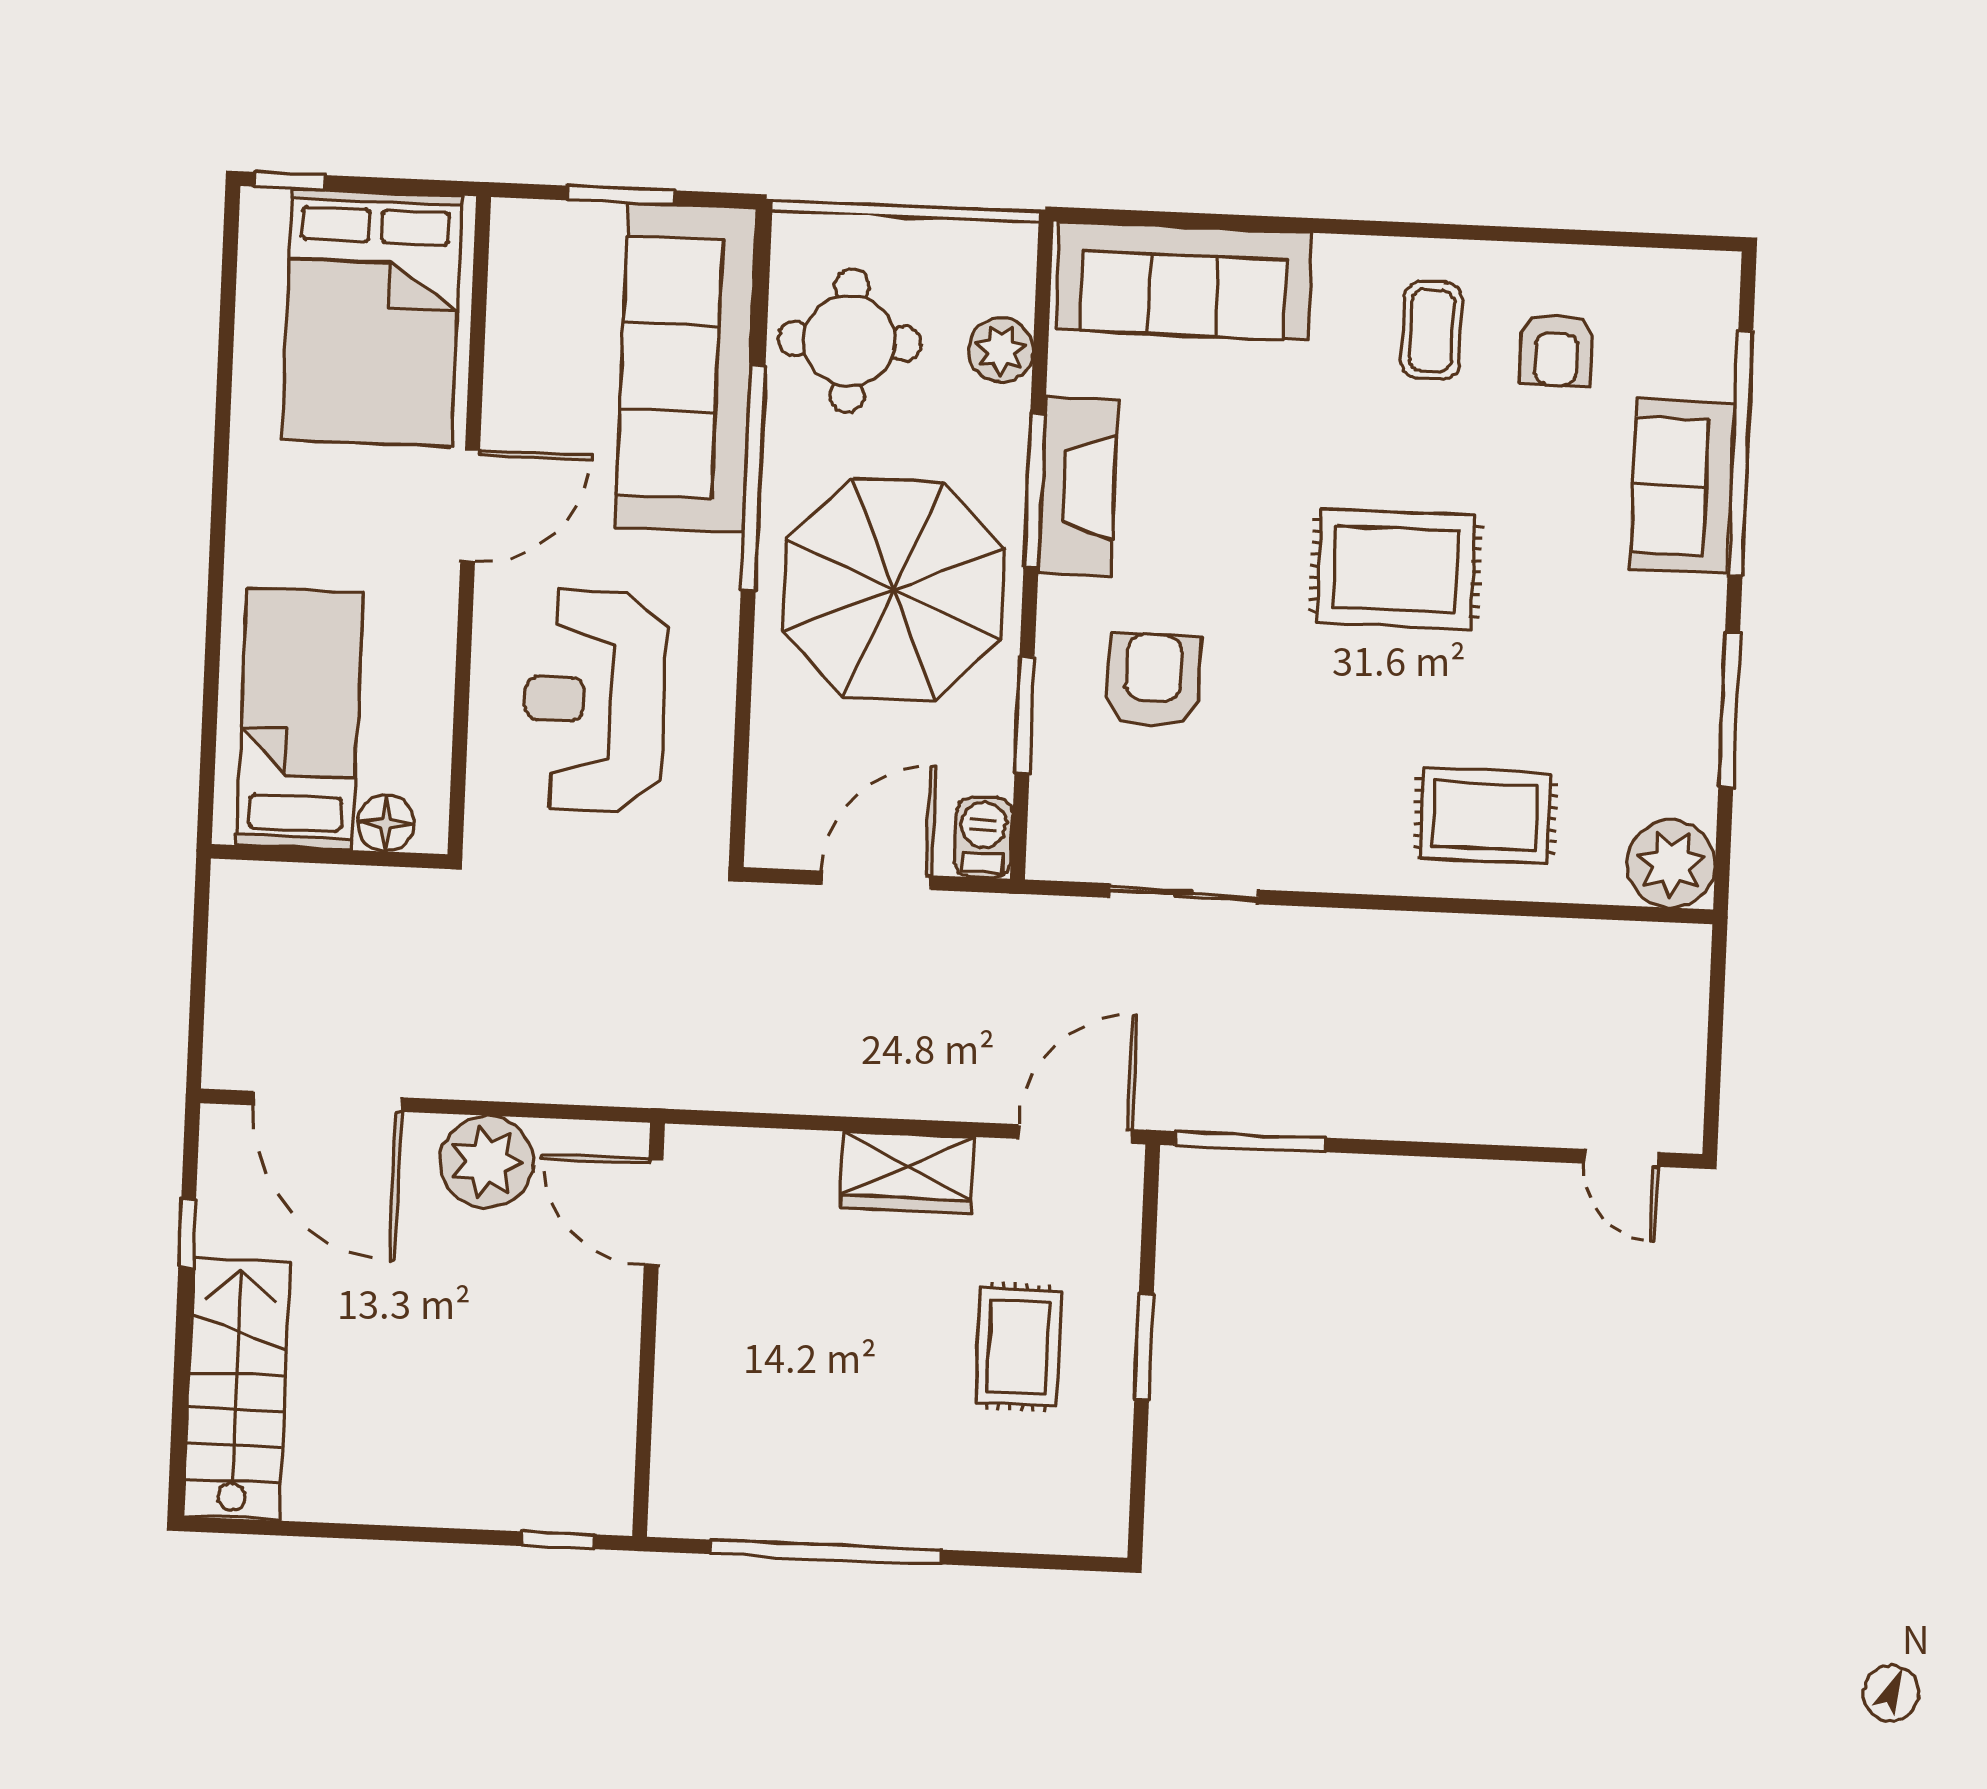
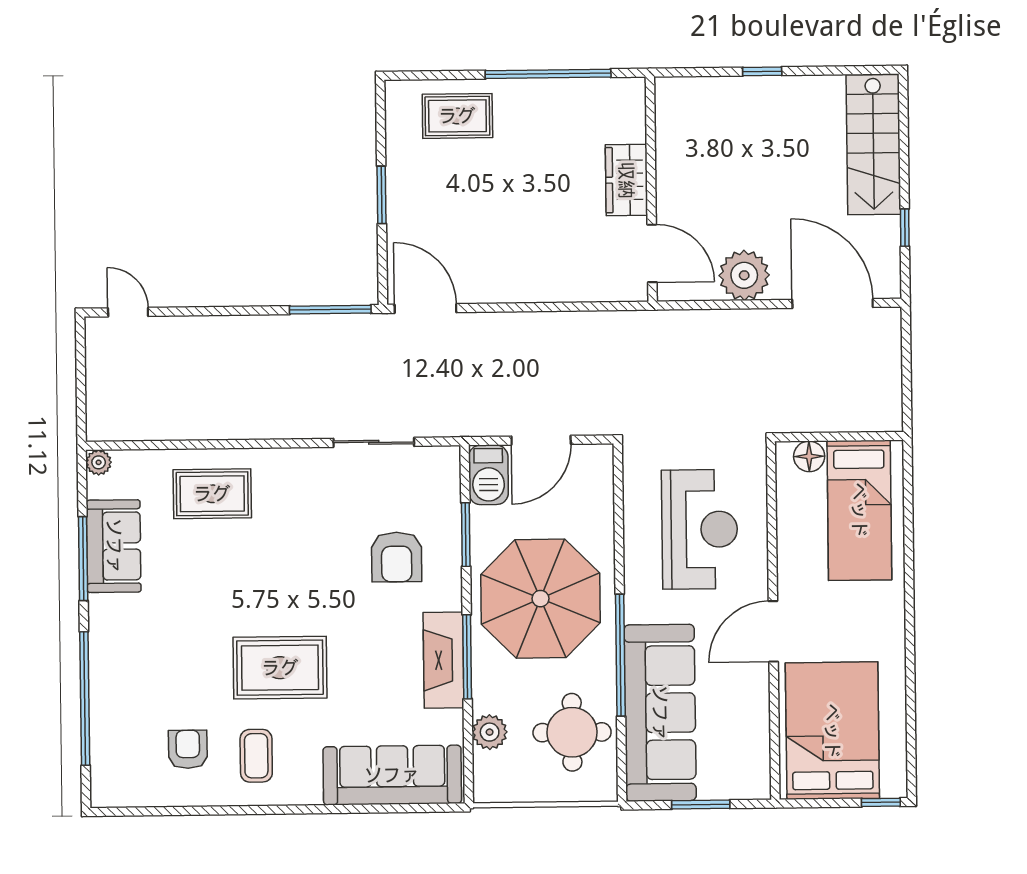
sofa: (1682, 487) -> (114, 546), moved
rug: (1396, 569) -> (280, 668), moved
barbecue: (983, 838) -> (488, 475), width x1.38, depth x1.27
plant: (1671, 864) -> (99, 462), width x0.53, depth x0.53
door: (1075, 1134) -> (425, 308), swing flipped
wardrobe: (907, 1172) -> (626, 180), moved, turned -90
rug: (1018, 1347) -> (457, 116), moved, turned 90
window: (558, 1540) -> (762, 71), moved

